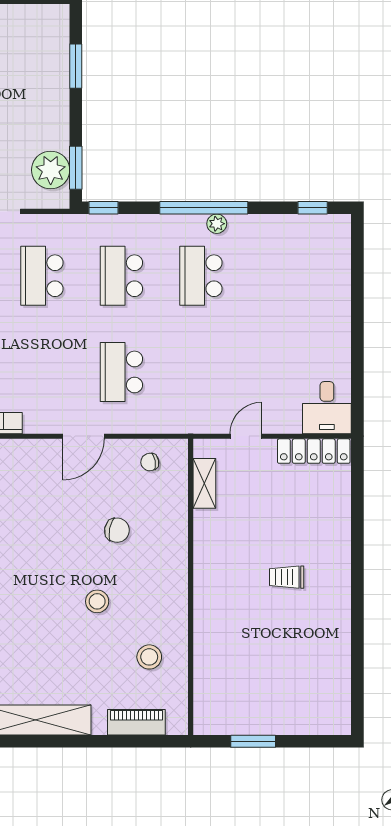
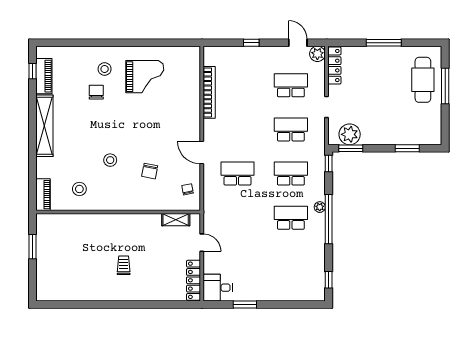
plant: (217, 224) -> (320, 207), moved
window: (357, 359) -> (245, 304), added
piano: (136, 722) -> (43, 195), moved

